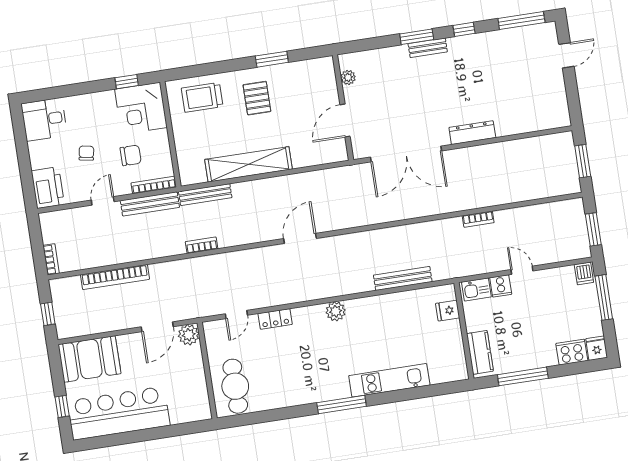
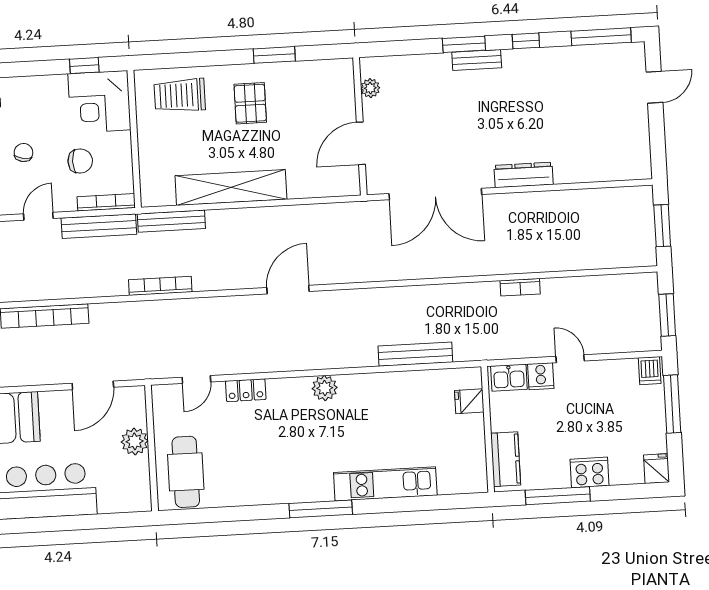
bookcase: (202, 245) -> (160, 286), width x1.56
plant: (189, 335) -> (135, 441), moved
cooker: (572, 352) -> (589, 472), moved

